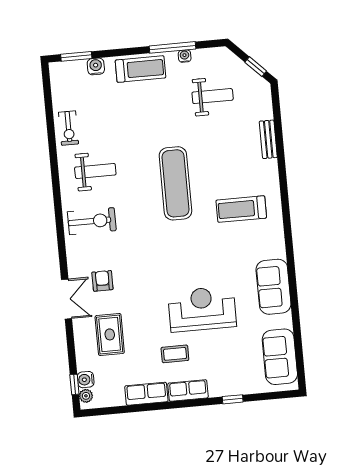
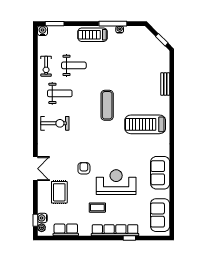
water cooler: (96, 66) -> (42, 31), moved
treadmill: (141, 69) -> (93, 35), turned 180
weight bench: (213, 96) -> (74, 65), moved
exercise mat: (175, 183) -> (107, 105), width x0.73, depth x0.69
treadmill: (241, 209) -> (145, 124), width x1.37, depth x1.38
armchair: (102, 281) -> (84, 168), moved
row of seats: (188, 391) -> (115, 230), width x2.02
row of seats: (146, 394) -> (66, 230), moved

